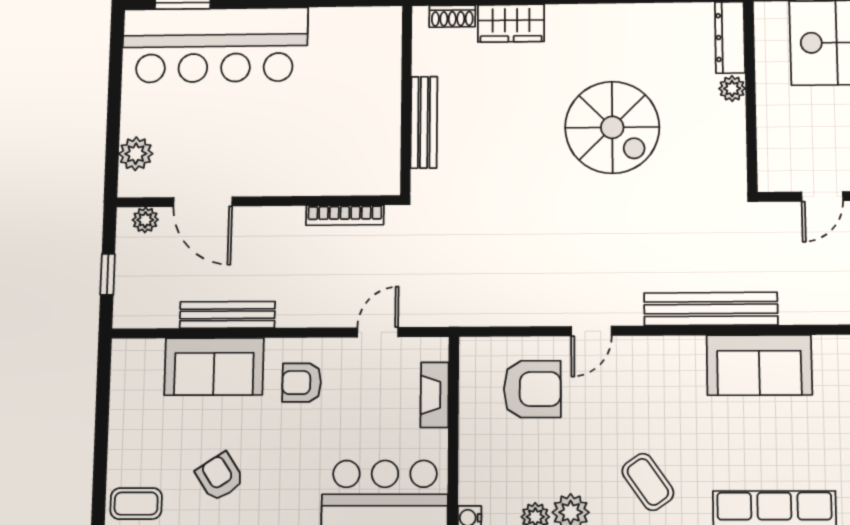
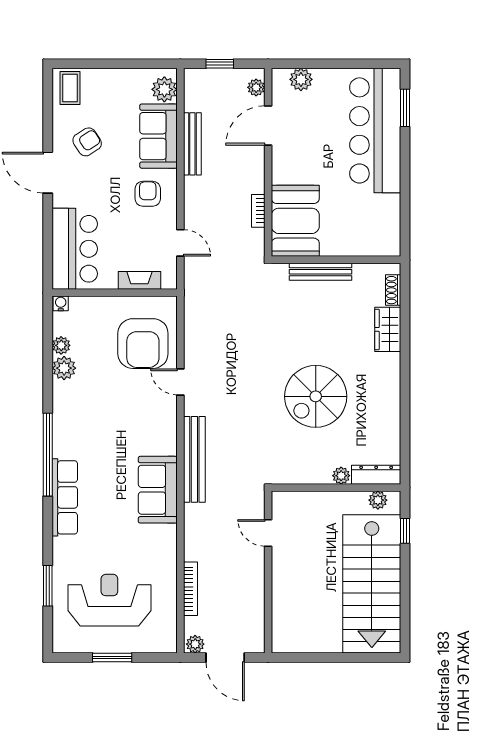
plant: (768, 34) -> (378, 500), added
booth: (347, 160) -> (295, 221), added
bookcase: (345, 215) -> (258, 211), width x0.64
plant: (143, 358) -> (164, 89), added
armchair: (532, 389) -> (143, 344), width x1.36, depth x1.36
coffee table: (648, 482) -> (83, 417), removed

